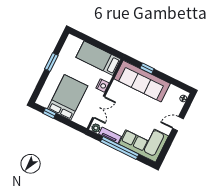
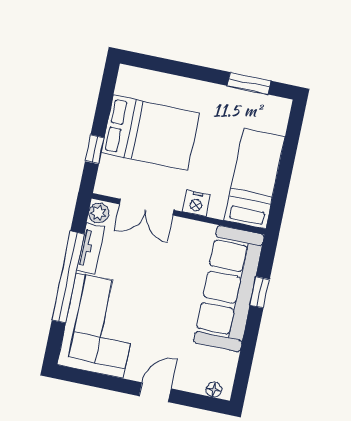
window: (51, 62) -> (249, 83), moved
window: (50, 113) -> (95, 149), moved
door: (178, 124) -> (155, 392), hinge flipped

